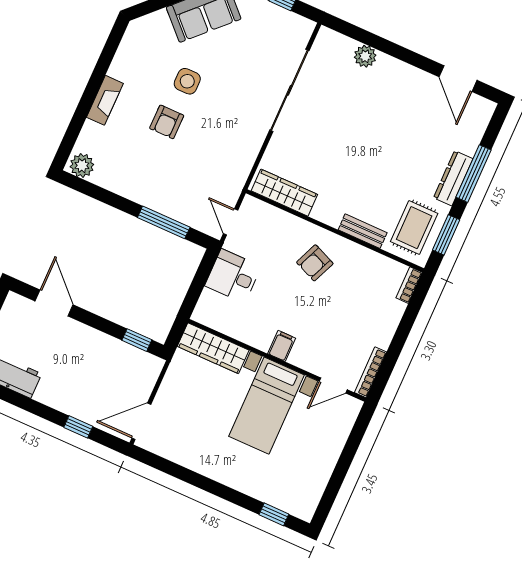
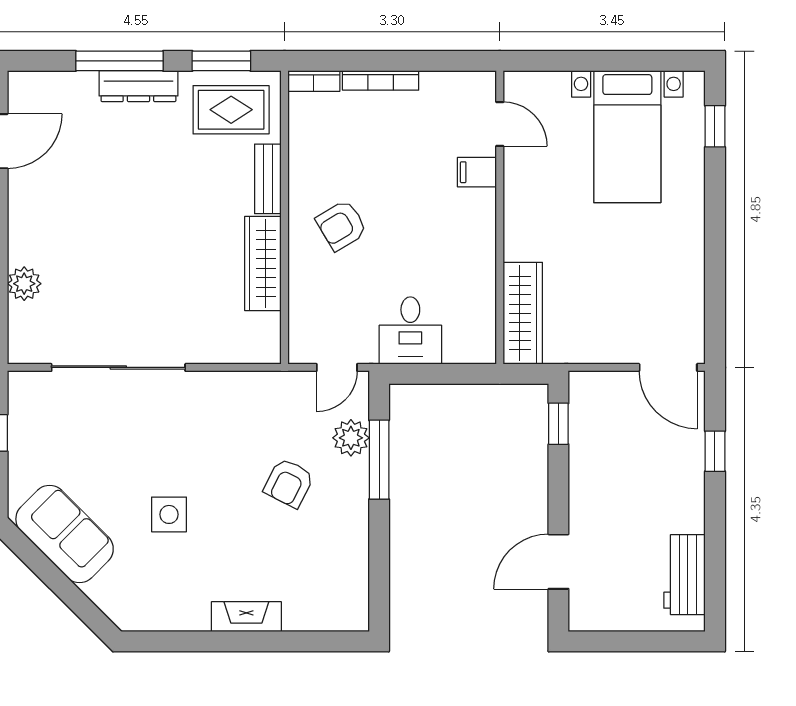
armchair: (167, 122) -> (289, 483), moved, turned 117
plant: (82, 166) -> (351, 438), moved
wardrobe: (284, 193) -> (263, 264), moved
armchair: (315, 263) -> (341, 225), turned 126
filing cabinet: (282, 346) -> (477, 172), moved
bookcase: (371, 372) -> (381, 80), moved
bed with nightstands: (266, 406) -> (627, 137), moved, turned 90

